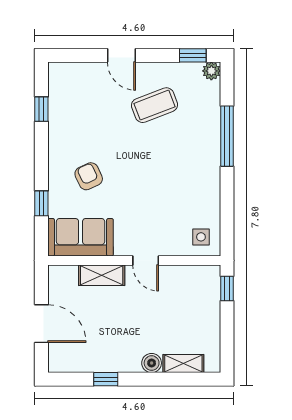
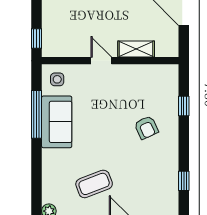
window: (227, 136) -> (37, 114), moved
sofa: (81, 237) -> (57, 122), moved, turned -90

